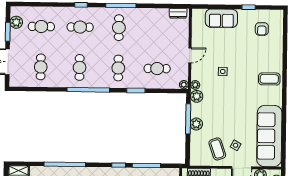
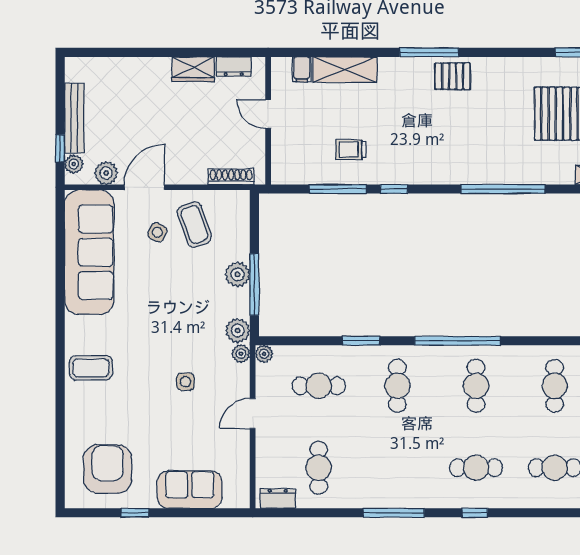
cafe table: (119, 28) -> (319, 468), moved
armchair: (262, 29) -> (107, 469), width x1.88, depth x1.88

